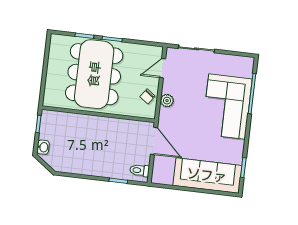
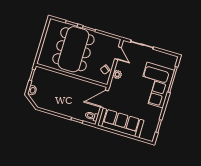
door: (163, 68) -> (118, 53), swing flipped
door: (154, 141) -> (104, 99), swing flipped
sofa: (207, 175) -> (121, 123), moved

